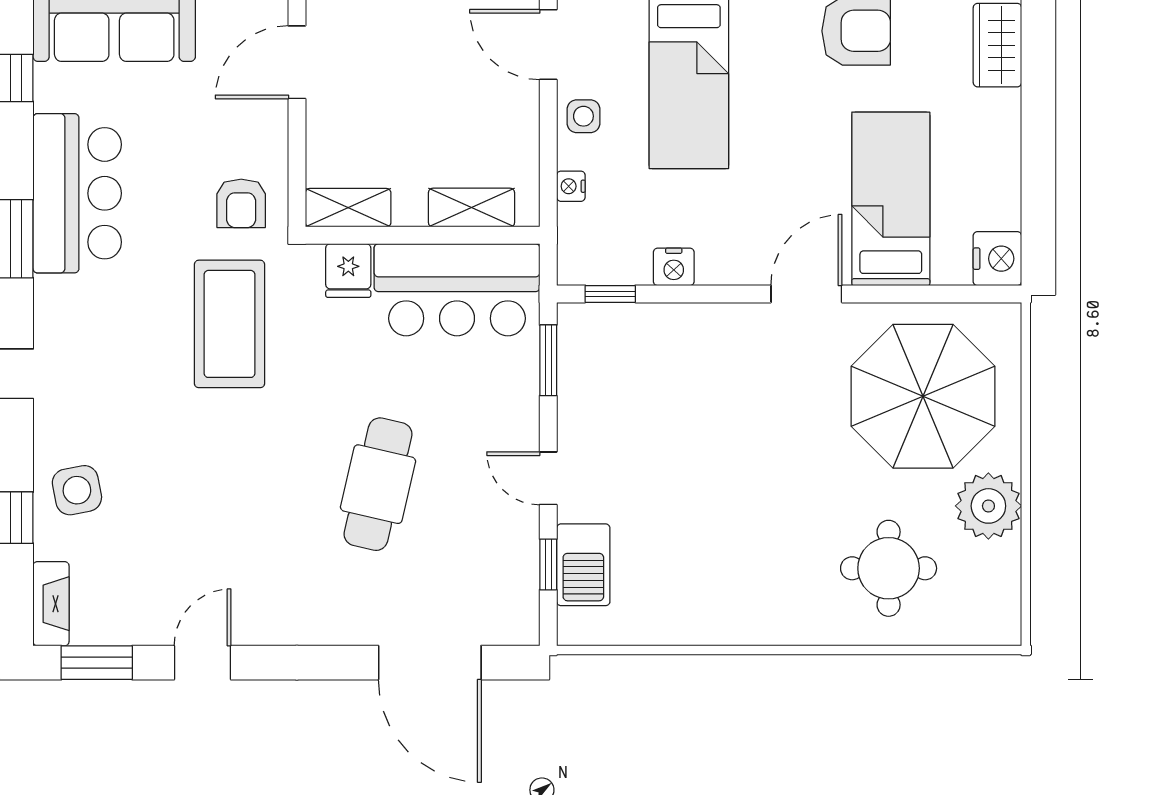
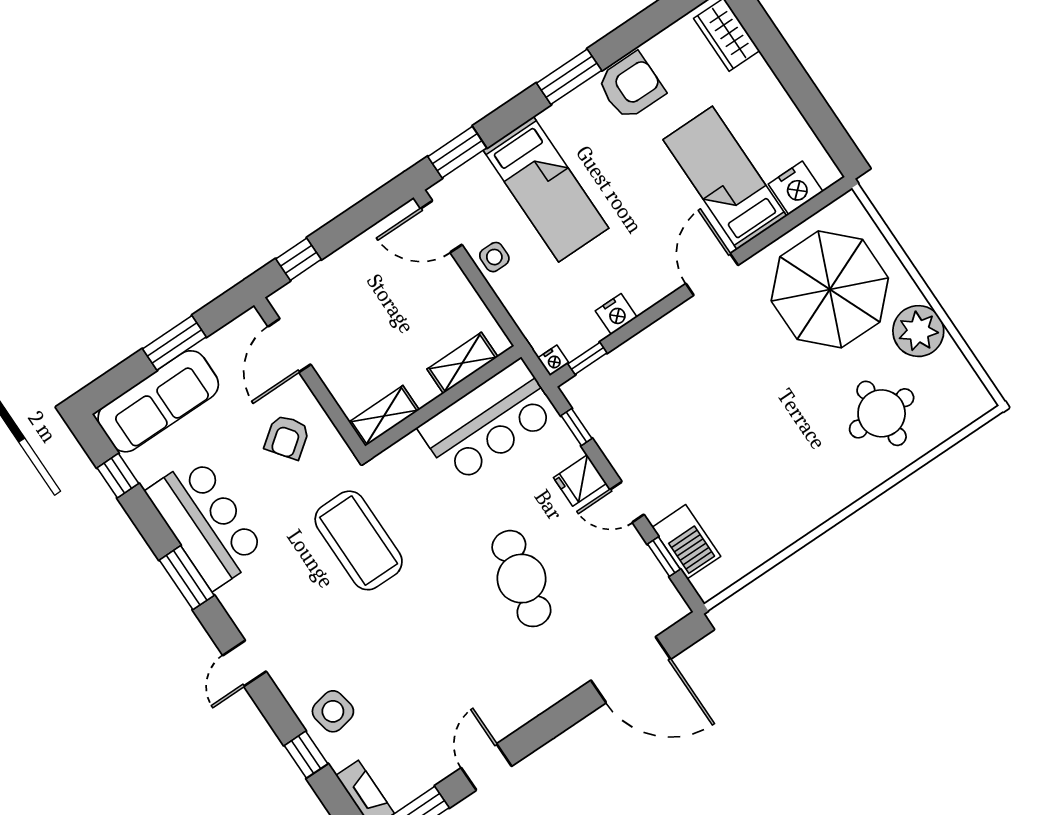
nightstand: (571, 186) -> (553, 360), moved, turned -90
armchair: (241, 203) -> (287, 437), moved, turned 53
nightstand: (997, 259) -> (796, 188), moved, turned 90
fridge: (348, 271) -> (580, 481), moved, turned 90
window: (548, 360) -> (577, 427), width x0.67

